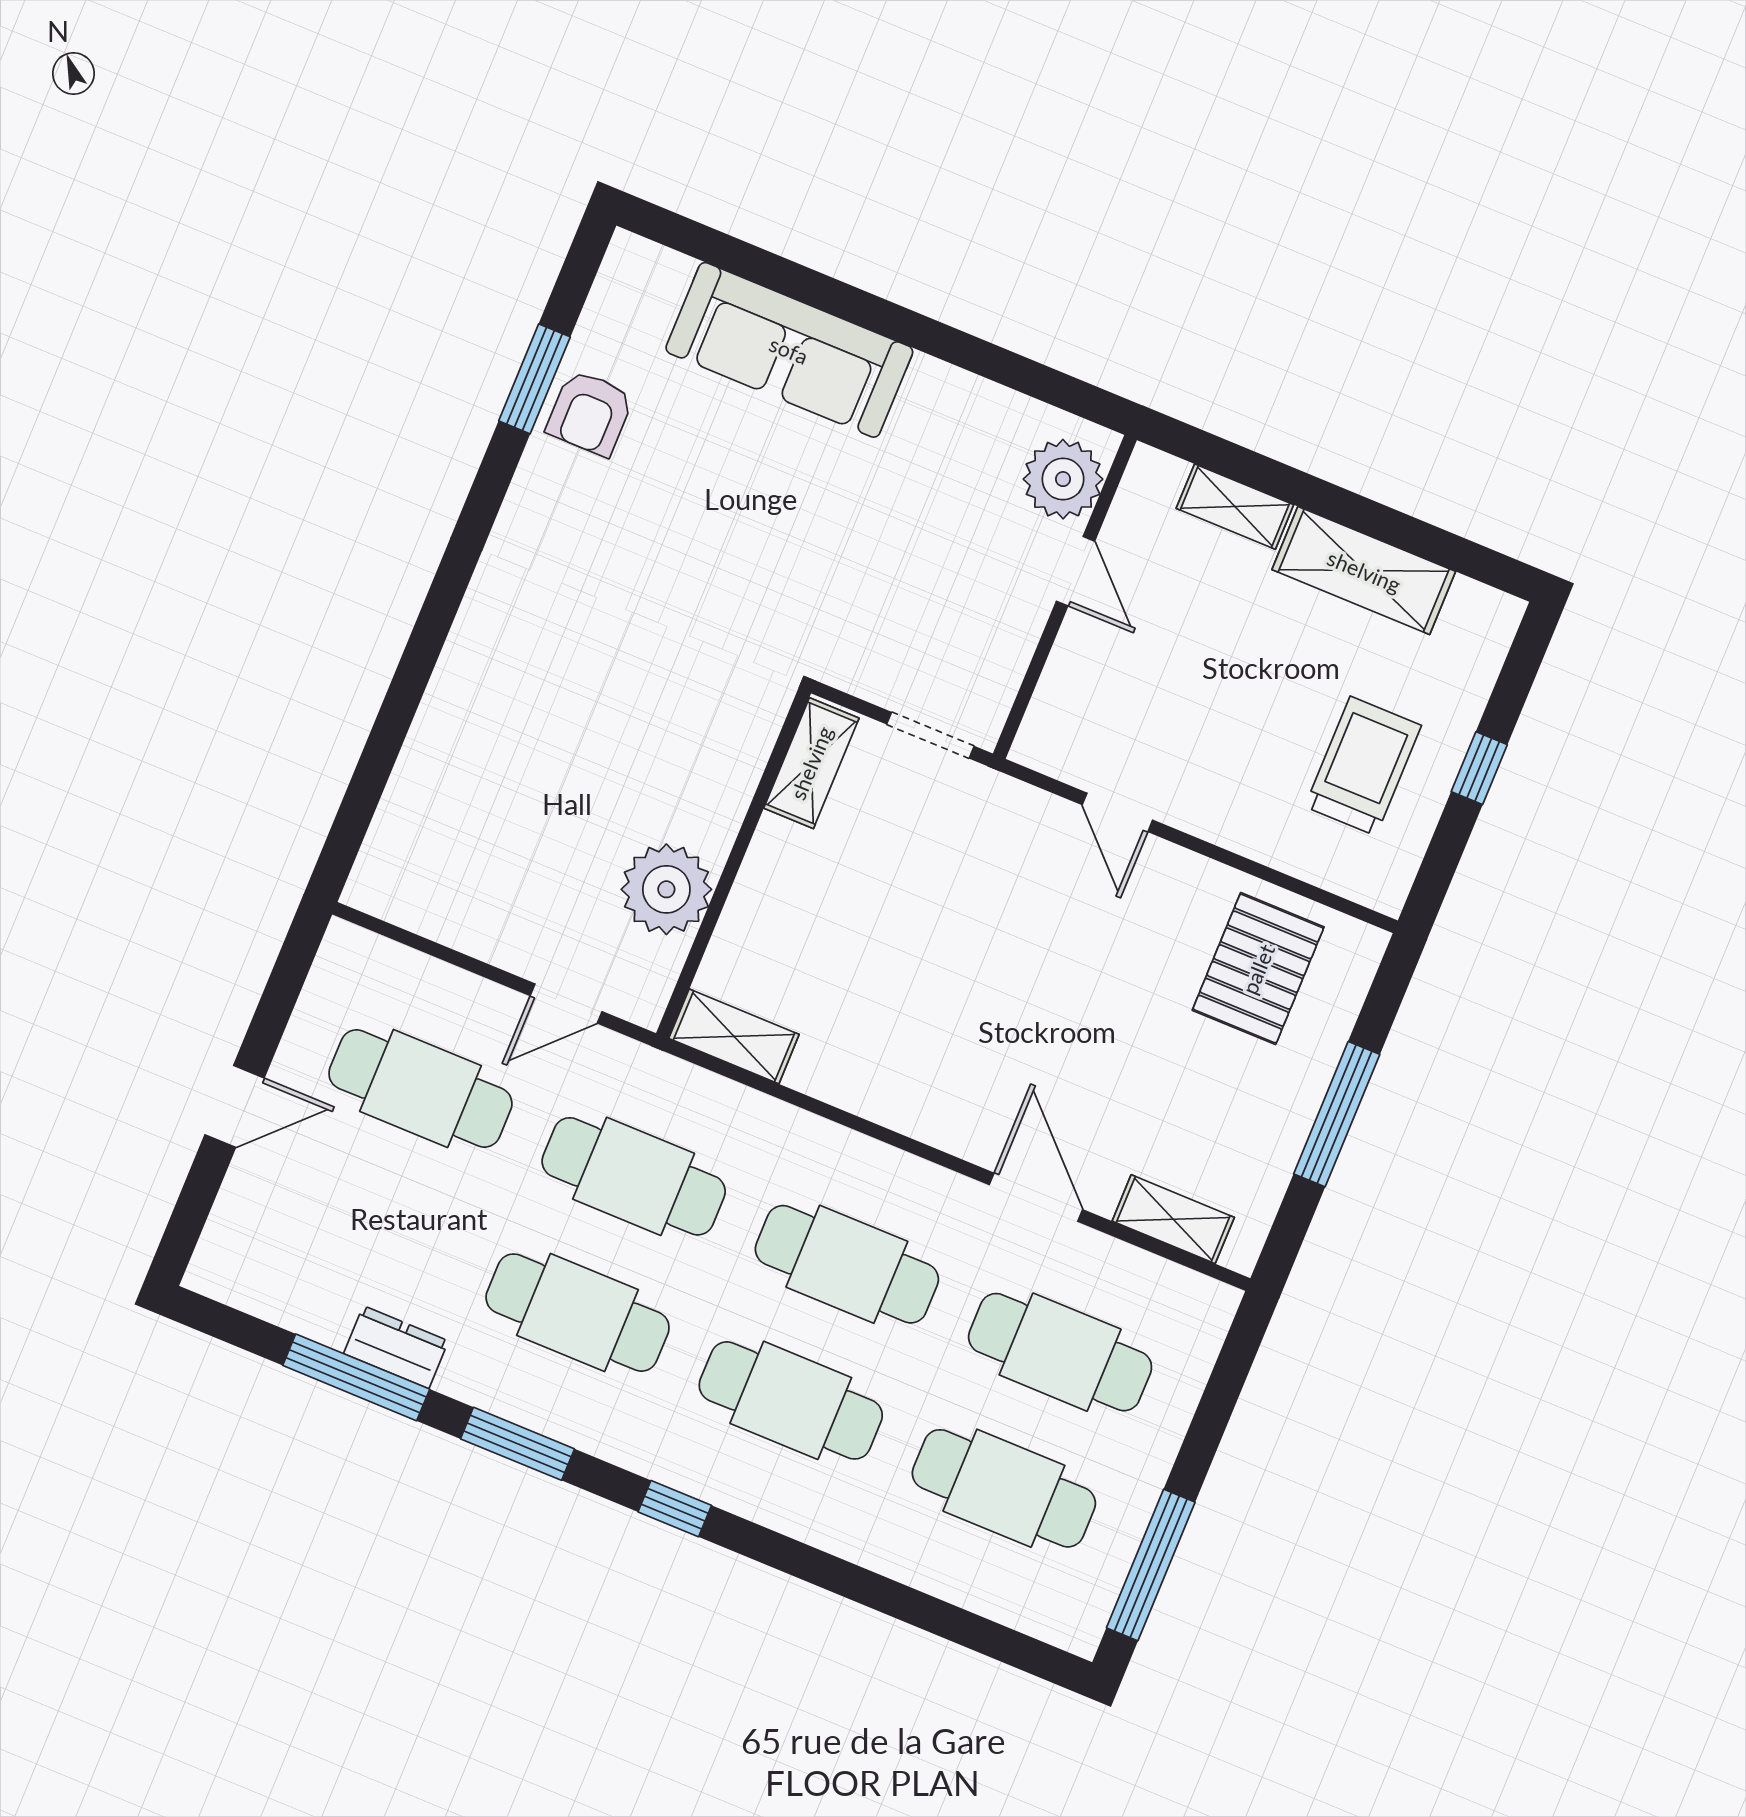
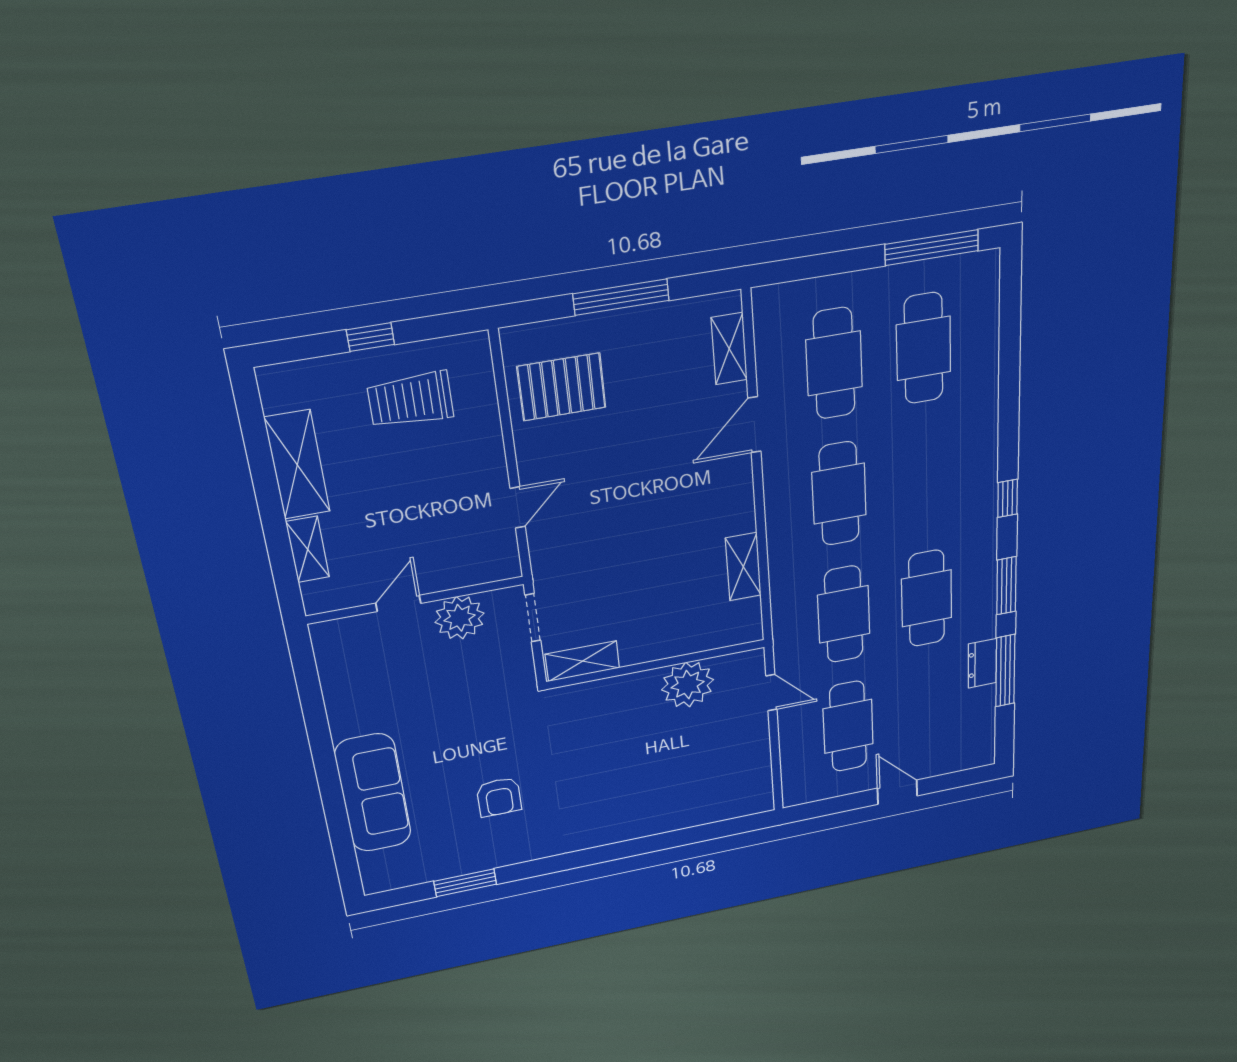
armchair: (590, 413) -> (499, 797), moved, turned 90
plant: (1063, 479) -> (460, 618), moved
shelving: (734, 1036) -> (743, 567), moved
cafe table: (791, 1400) -> (925, 478), removed

